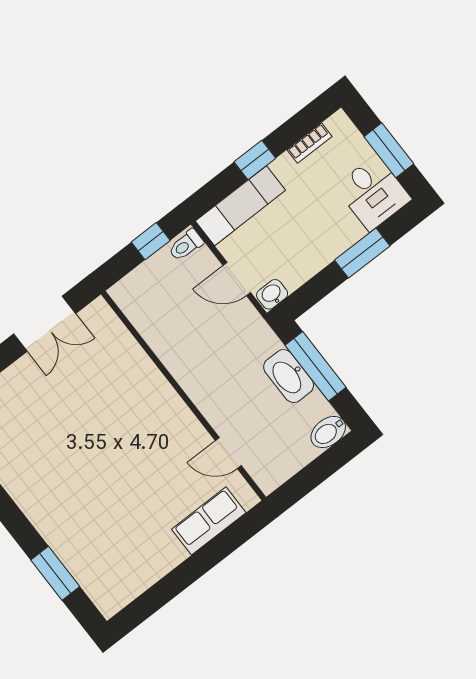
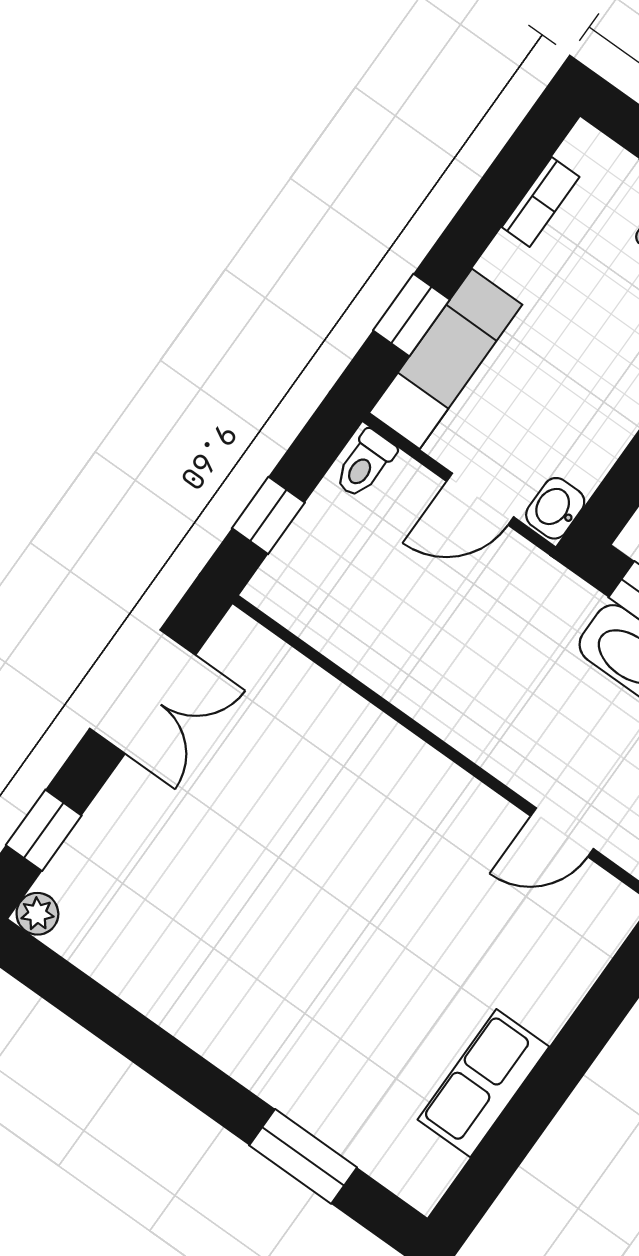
window: (255, 160) -> (411, 315), moved
window: (151, 241) -> (268, 515), moved
row of seats: (209, 521) -> (483, 1083), moved

